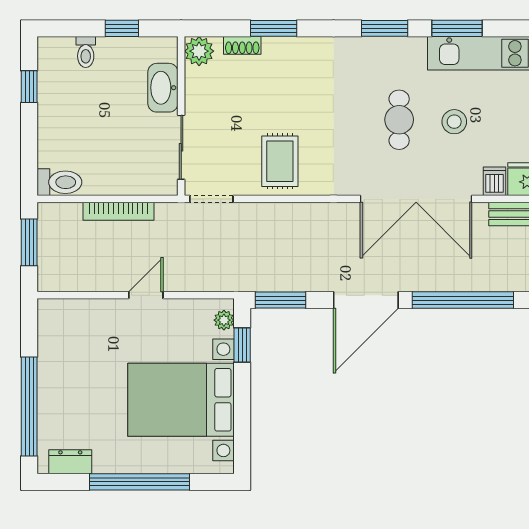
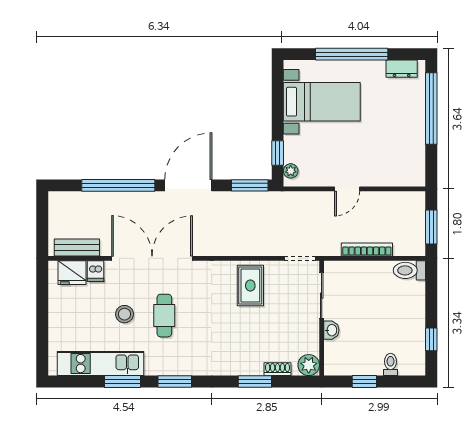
washbasin: (163, 88) -> (331, 330), width x0.52, depth x0.69
bed with nightstands: (181, 400) -> (322, 102), width x0.73

